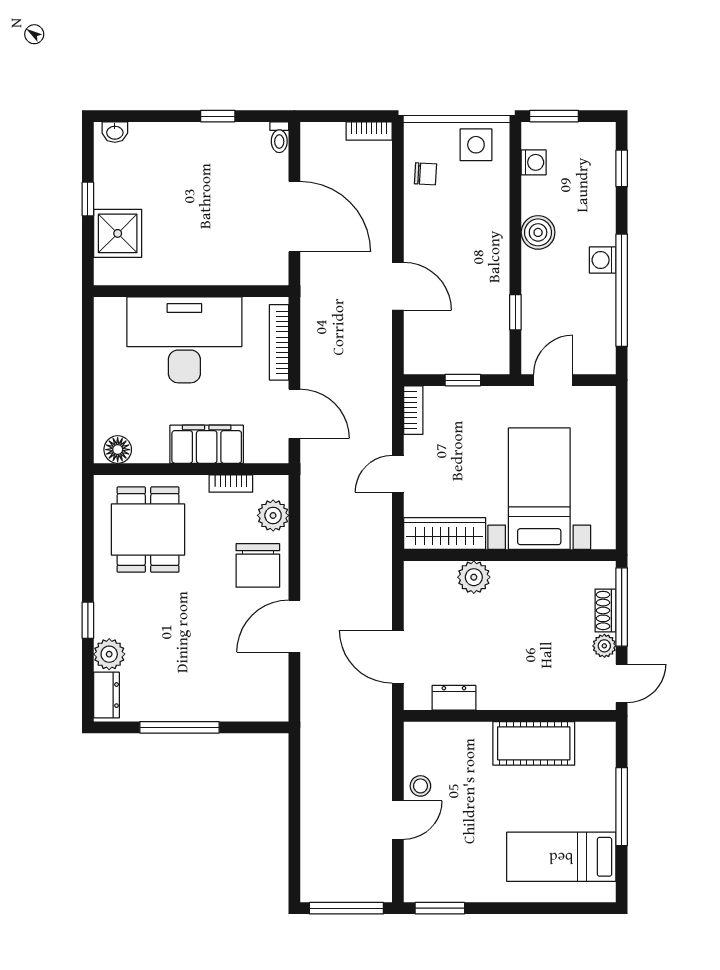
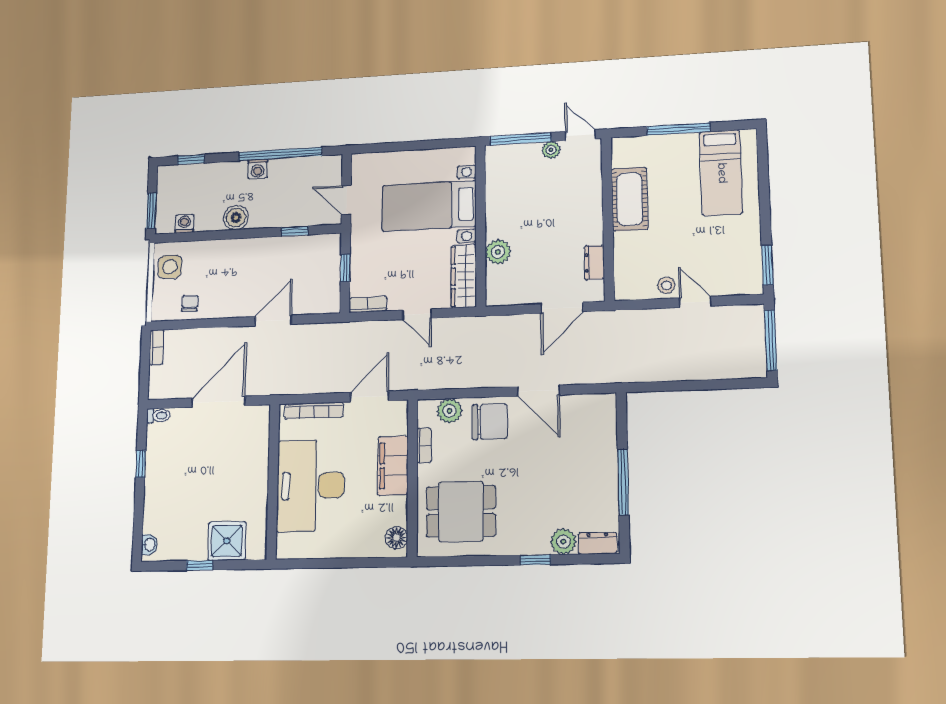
shoe rack: (606, 610) -> (523, 151), removed

